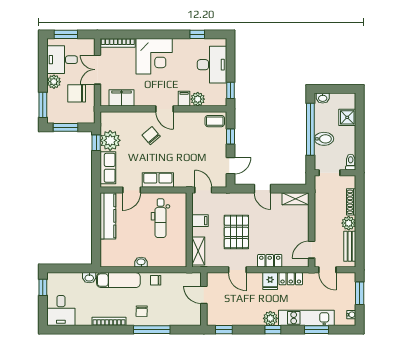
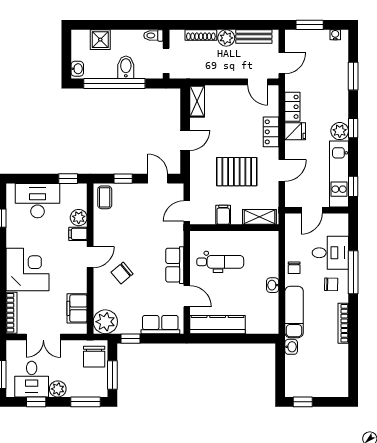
window: (43, 64) -> (36, 402), added
chair: (77, 93) -> (94, 357), moved
plant: (110, 140) -> (105, 322), moved
desk: (61, 311) -> (330, 253), moved
kitchen unit: (306, 318) -> (339, 174), moved

